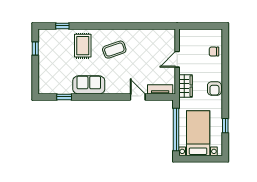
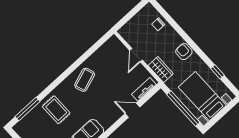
window: (62, 26) -> (27, 109), width x2.17
coffee table: (114, 50) -> (85, 80), moved
armchair: (214, 88) -> (184, 52), turned 180

